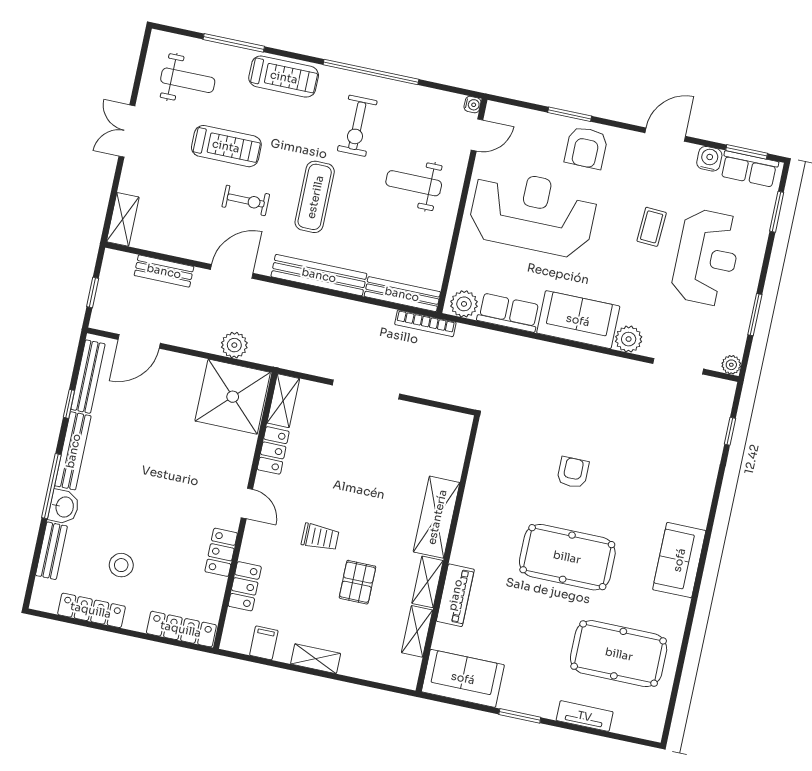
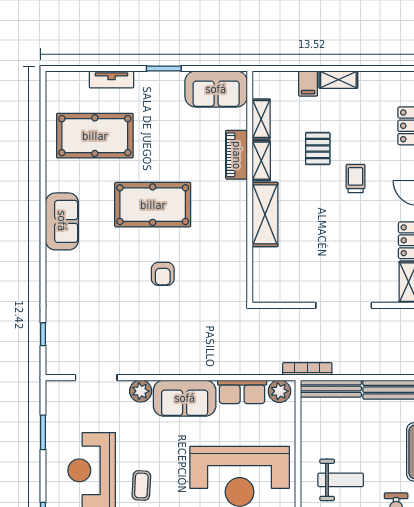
plant: (731, 365) -> (53, 388), removed
trolley: (320, 537) -> (356, 178), turned 90
filing cabinet: (264, 643) -> (308, 83), moved

